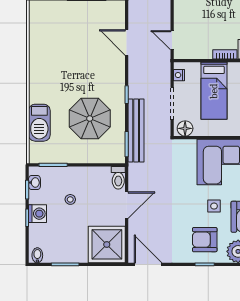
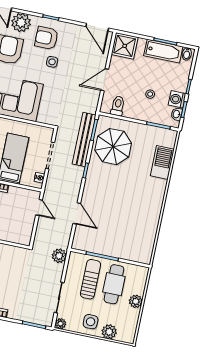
parasol: (90, 119) -> (113, 147), moved
floor lamp: (185, 128) -> (44, 133), removed
toilet: (118, 178) -> (118, 106), moved
side table: (214, 206) -> (52, 62), moved
washing machine: (38, 214) -> (177, 99), moved
armchair: (205, 240) -> (46, 38), turned 180
shower: (107, 244) -> (125, 46), width x0.73, depth x0.73
bathtub: (65, 253) -> (163, 51), added

